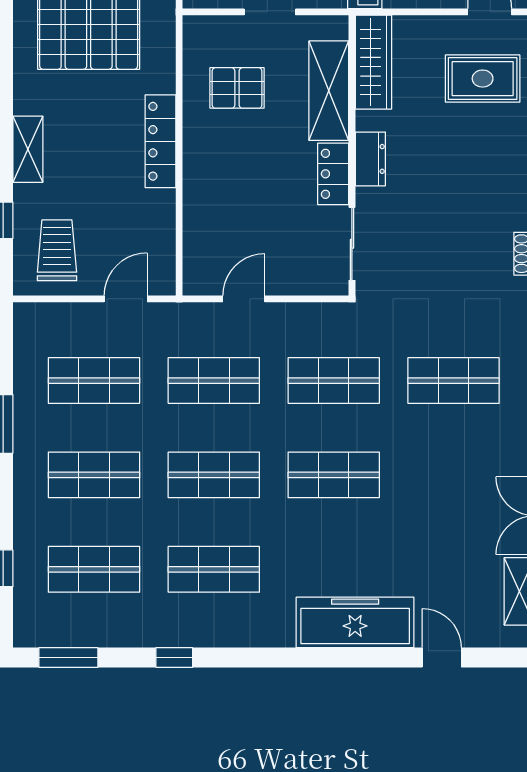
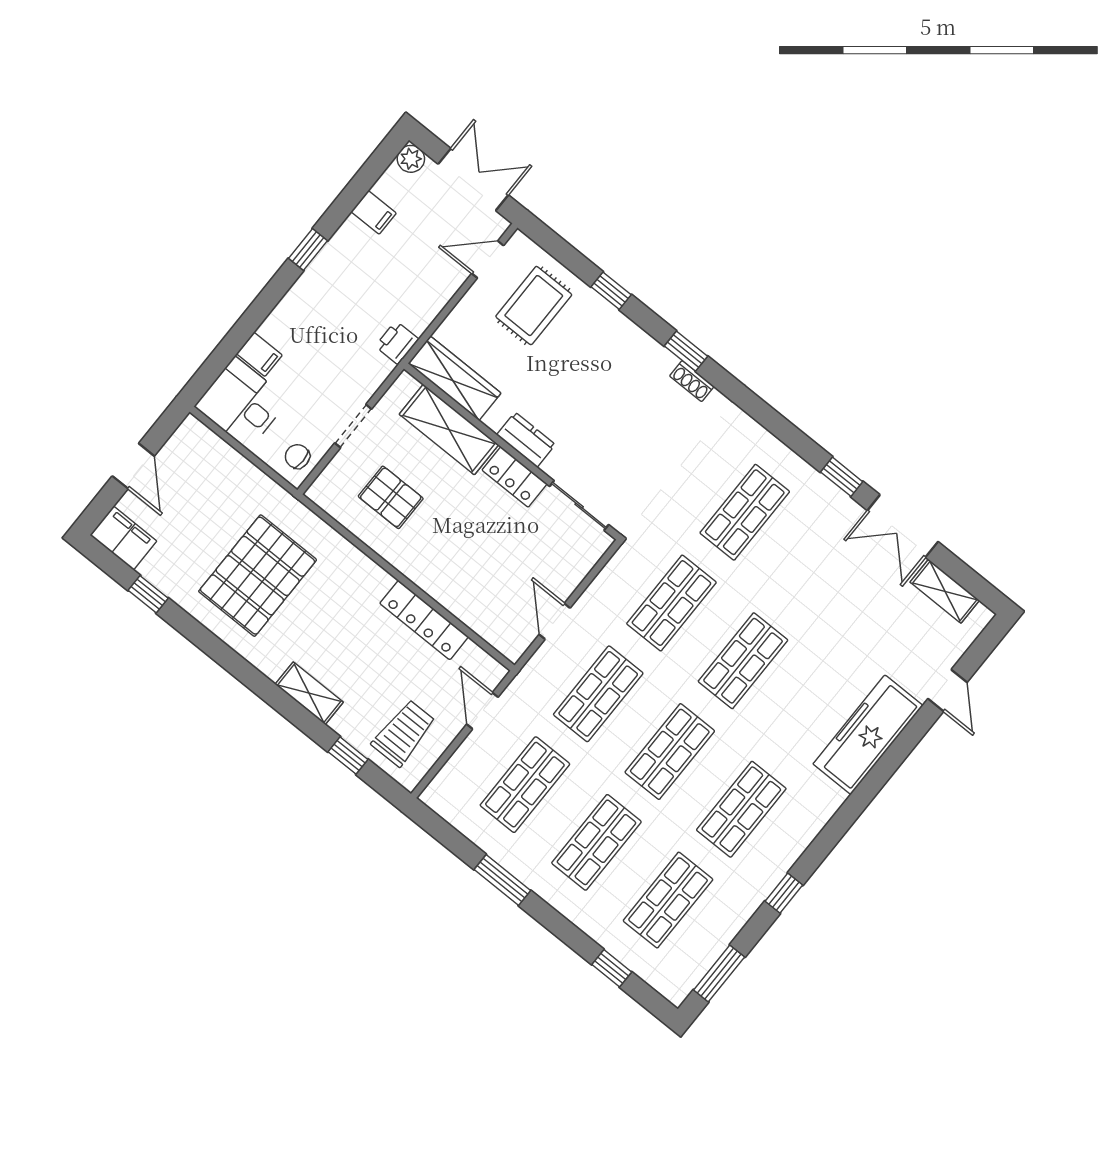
pallet: (237, 88) -> (391, 497), turned 90
locker: (161, 141) -> (424, 620), moved
trolley: (57, 250) -> (404, 733), turned 90
door: (442, 657) -> (947, 691), swing flipped

